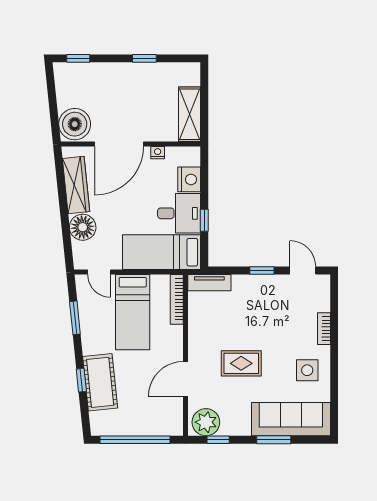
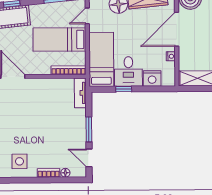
door: (119, 144) -> (177, 29), hinge flipped
window: (262, 270) -> (89, 129), width x1.50
door: (303, 270) -> (89, 158), swing flipped
floor lamp: (324, 305) -> (65, 173), added
rug: (241, 363) -> (24, 115), removed

